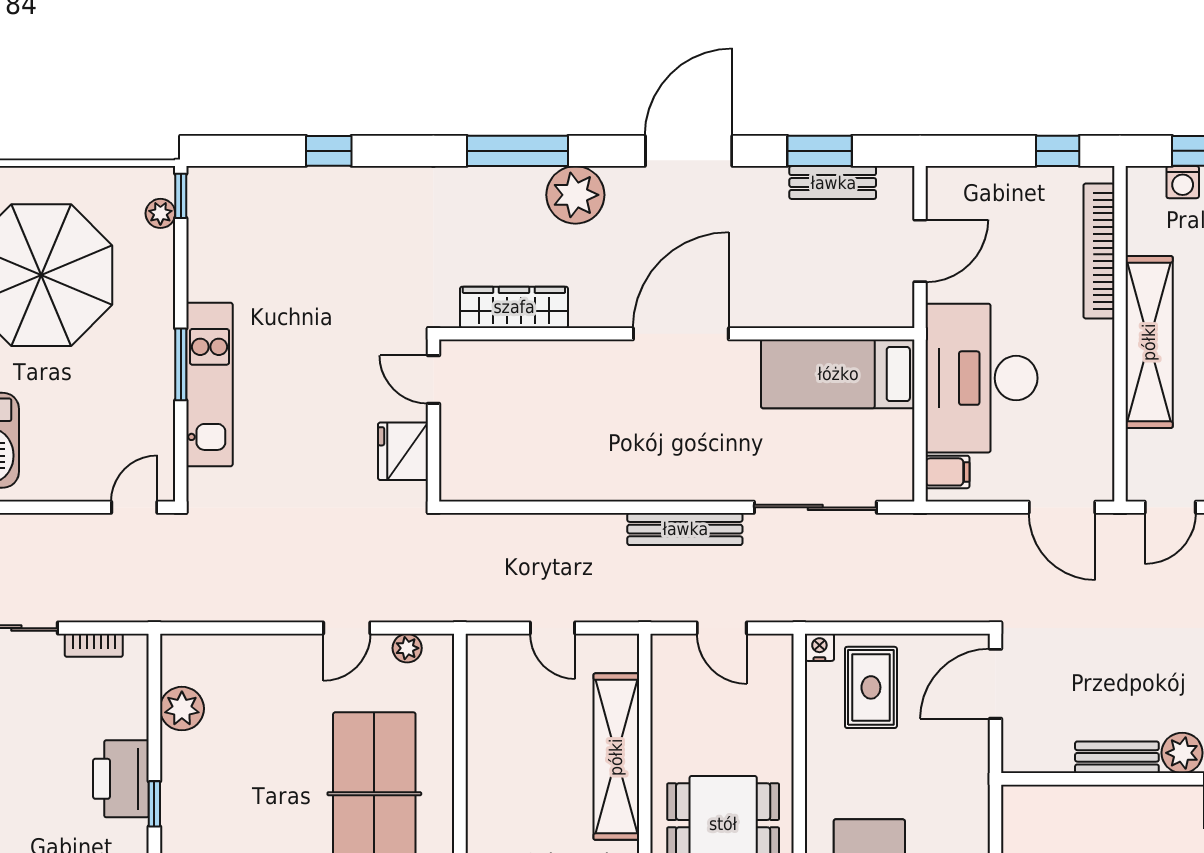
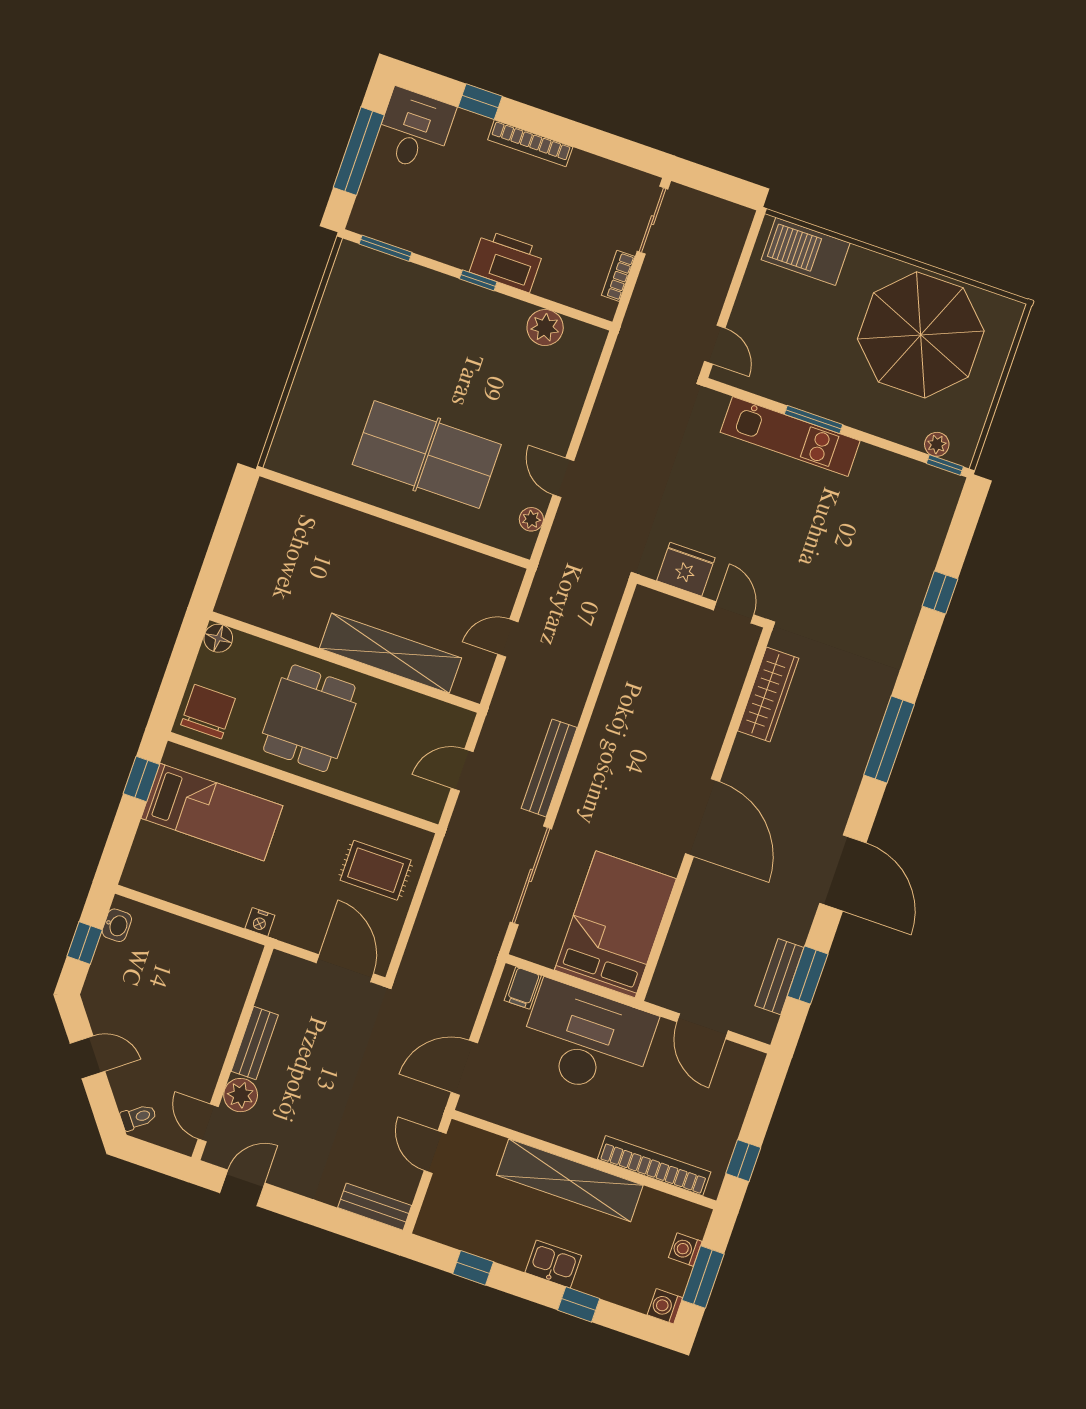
plant: (575, 195) -> (839, 773), removed
bed: (838, 374) -> (615, 924), width x1.50
door: (433, 379) -> (734, 612), hinge flipped
nightstand: (819, 647) -> (260, 922), moved, turned 90

